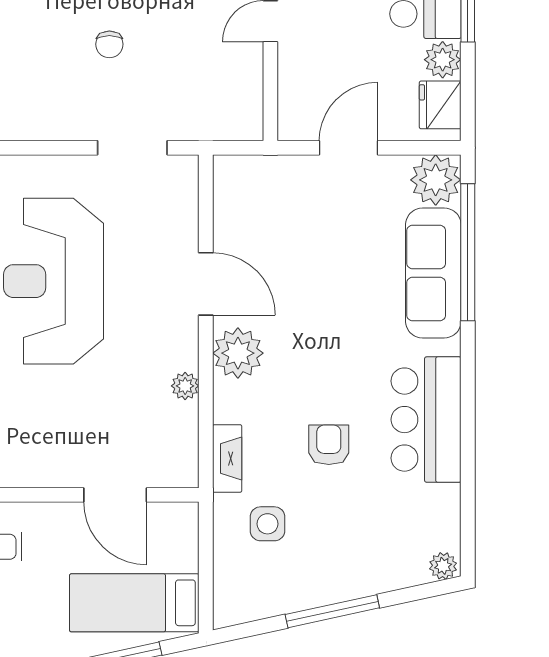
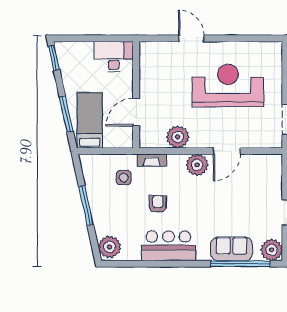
sofa: (433, 273) -> (231, 249), width x0.73
plant: (185, 386) -> (178, 137), width x1.87, depth x1.87
armchair: (329, 445) -> (158, 204), turned -88
plant: (443, 566) -> (110, 247), width x1.87, depth x1.87

